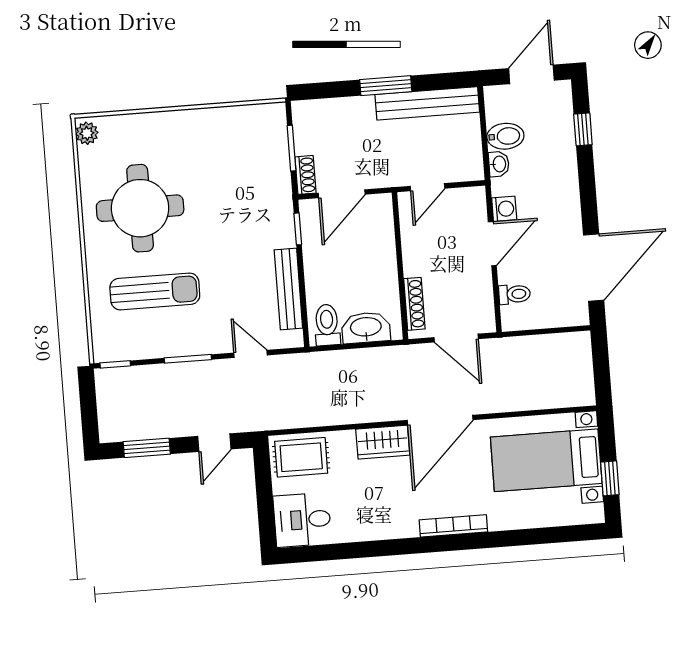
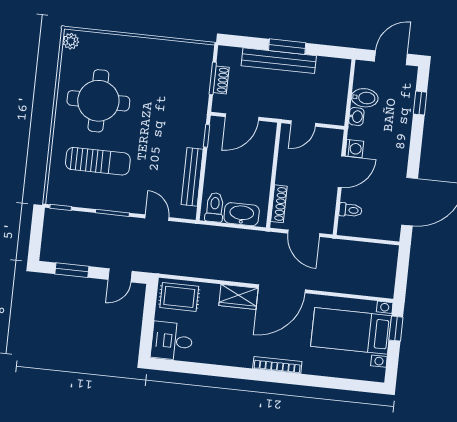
bench: (427, 103) -> (279, 61), moved
shoe rack: (305, 175) -> (221, 80), moved
window: (610, 478) -> (396, 329), moved

